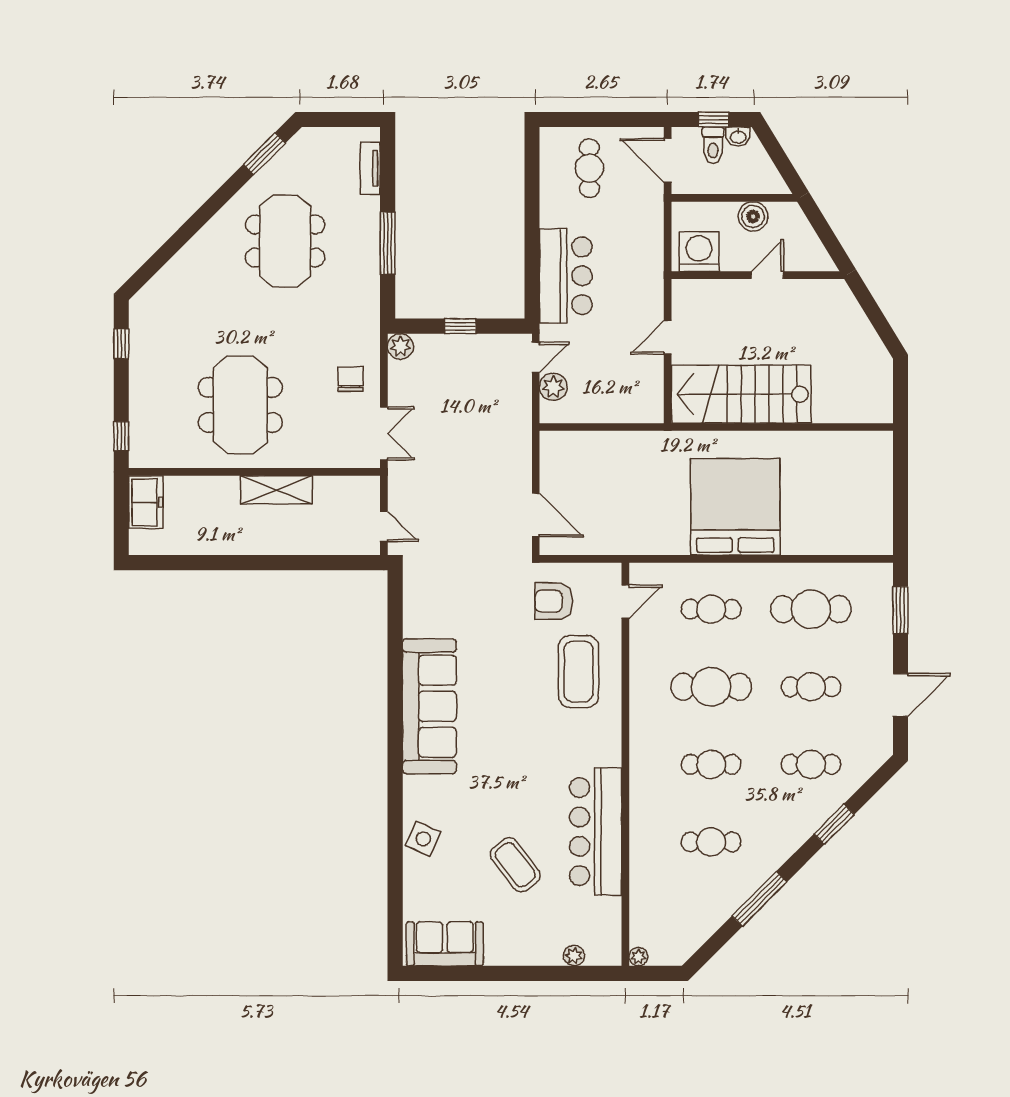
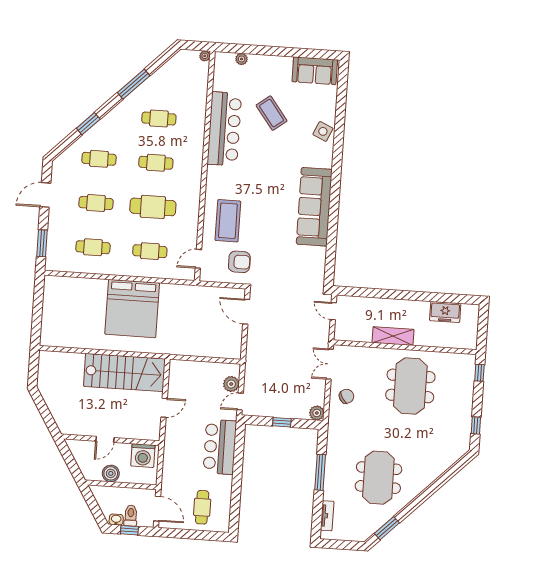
chair: (351, 379) -> (347, 396), turned -123
freezer: (146, 502) -> (445, 312), moved, turned -90
cafe table: (811, 609) -> (93, 247), width x0.73, depth x0.74

